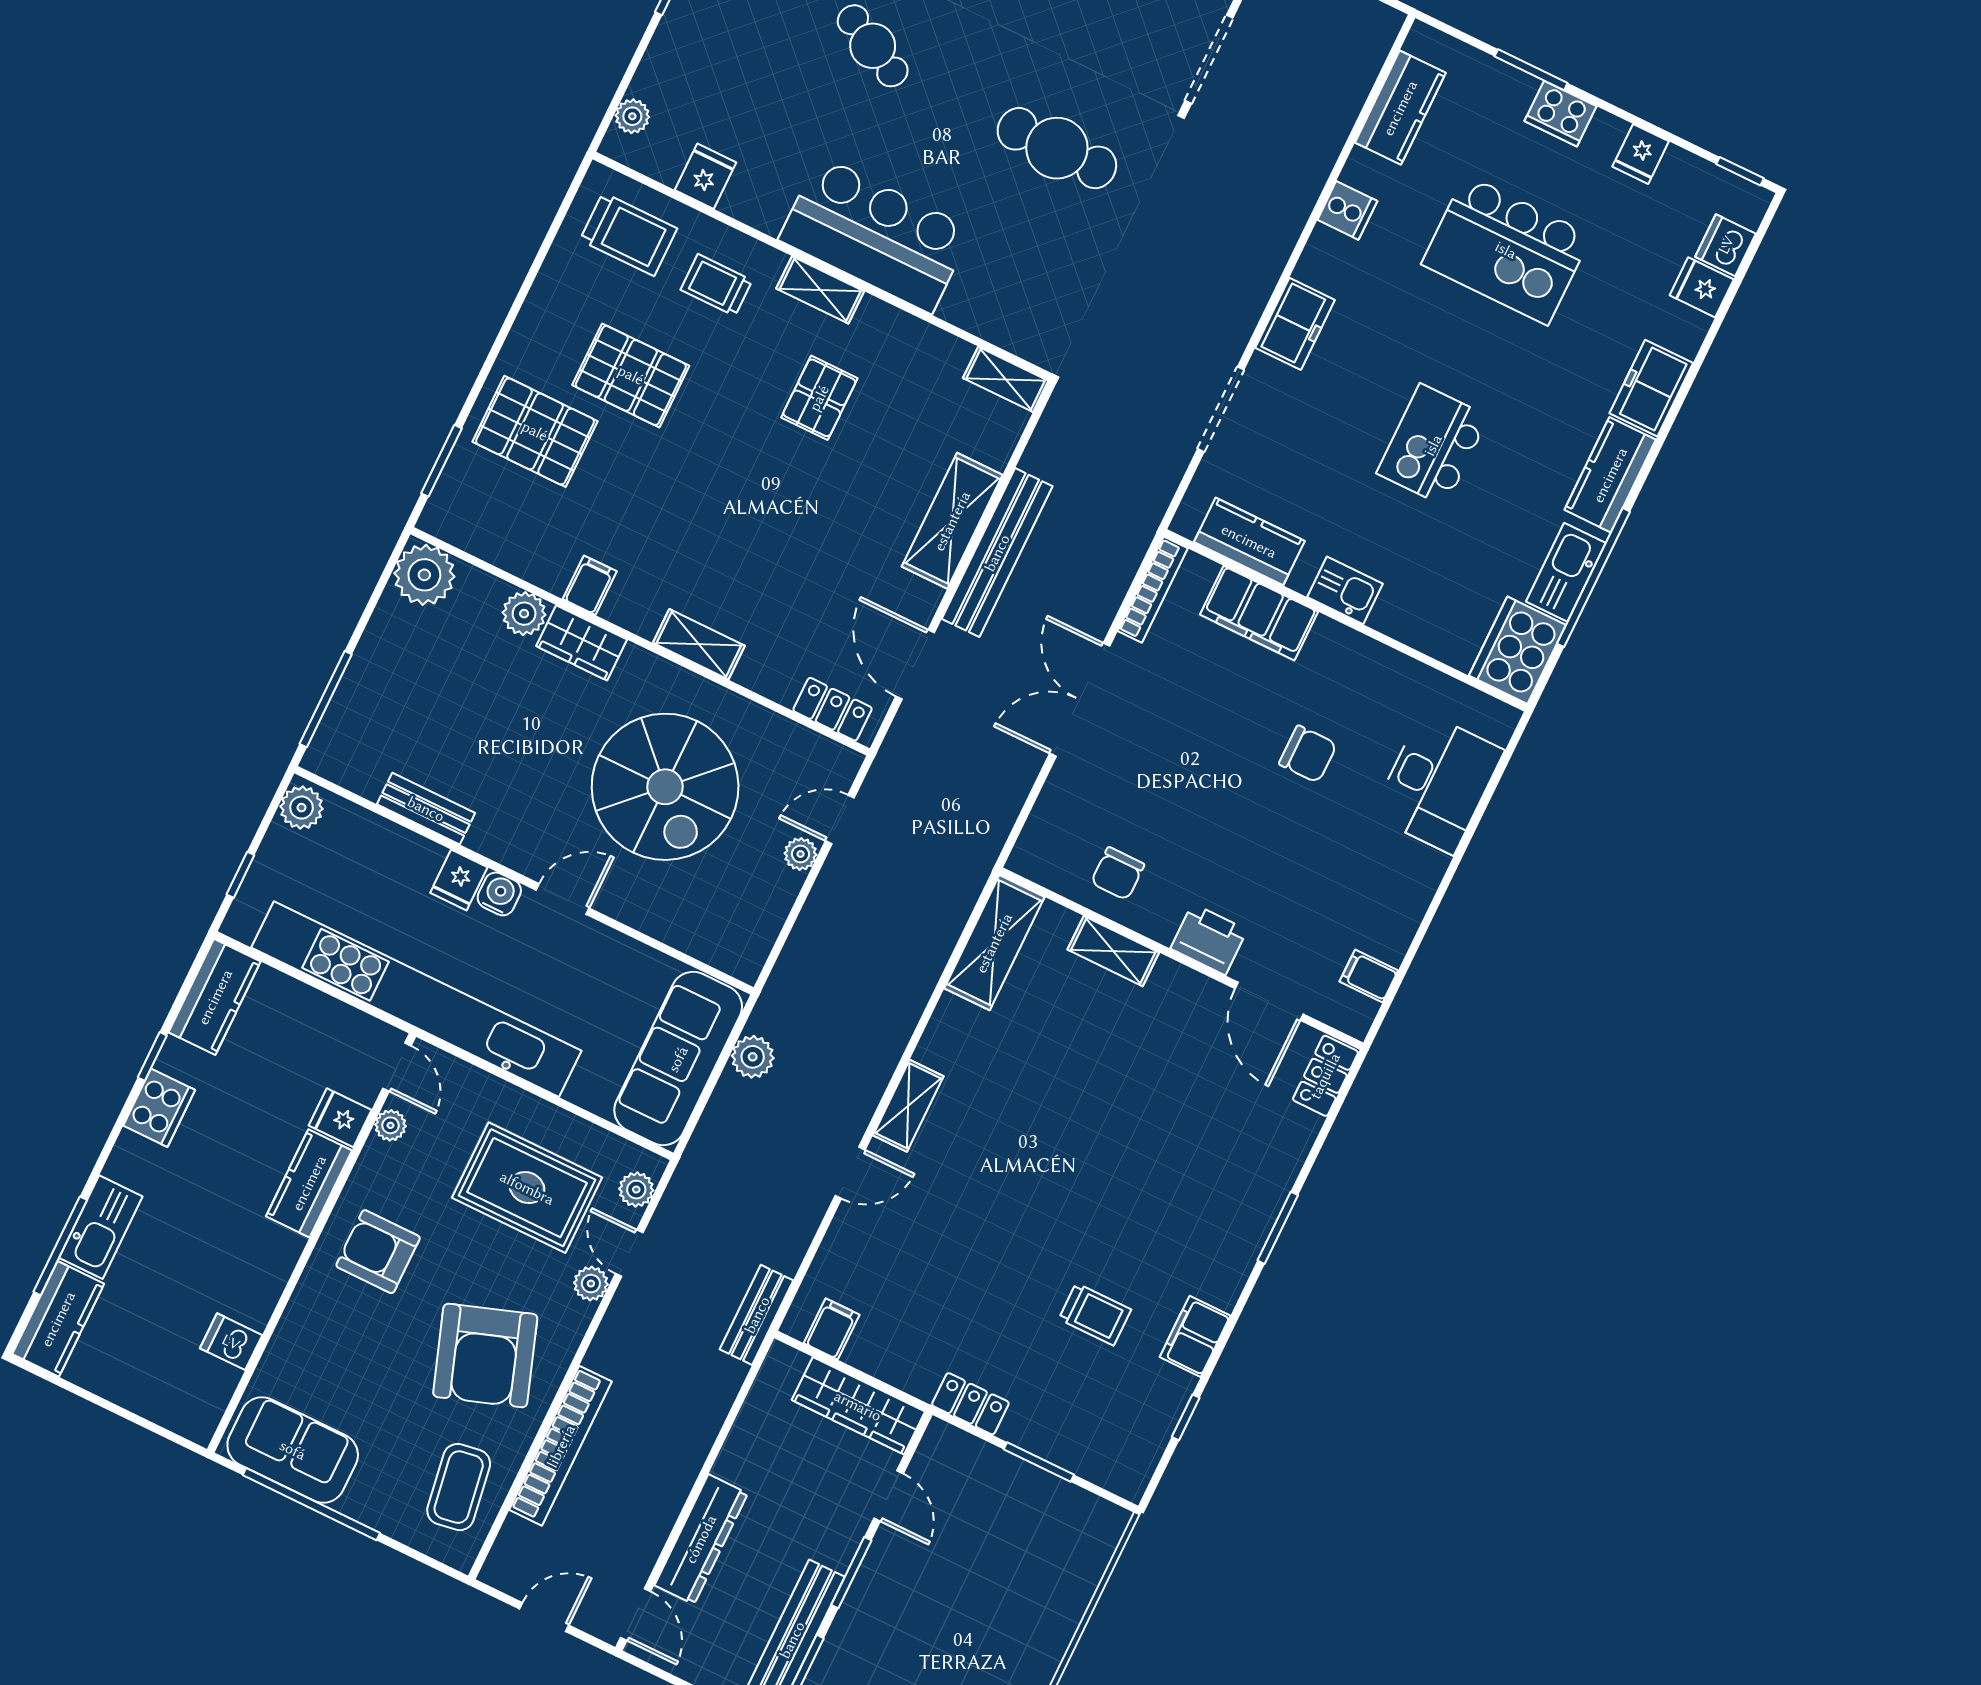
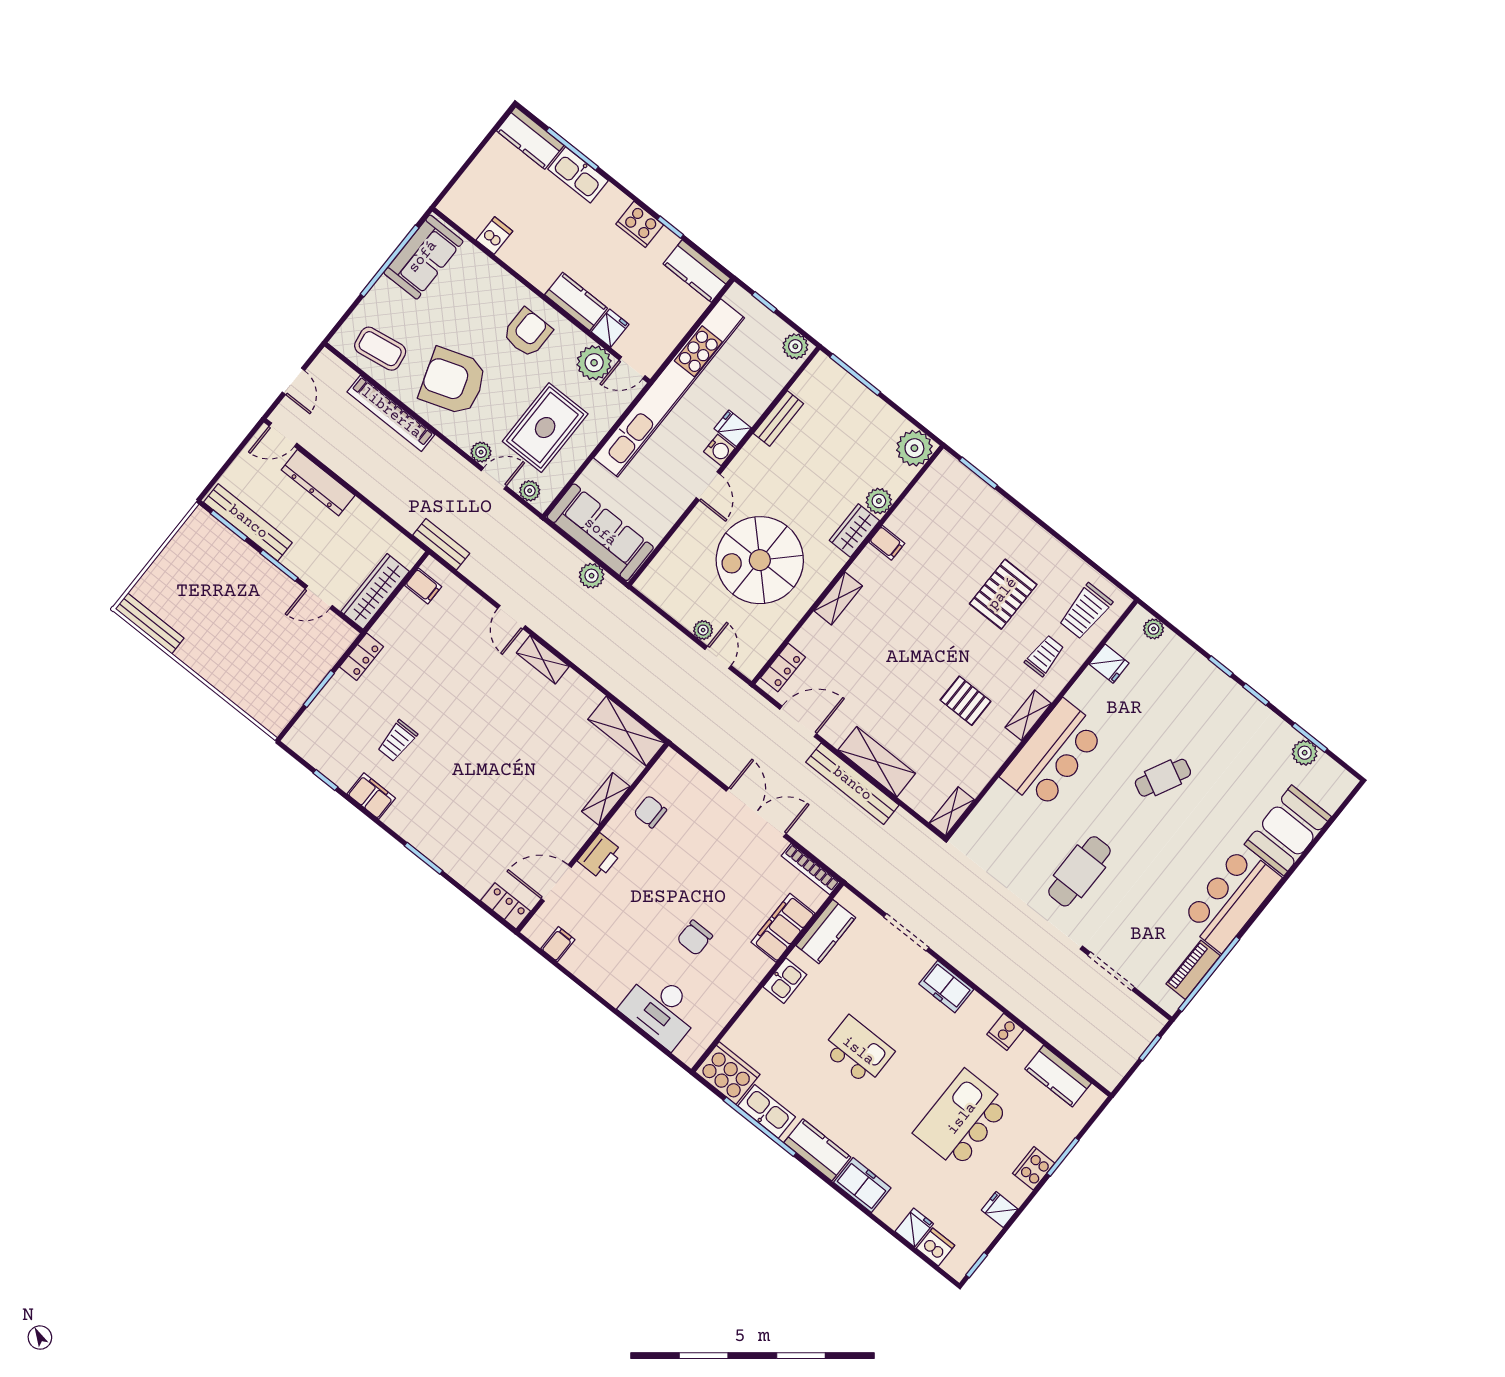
pallet: (535, 431) -> (983, 531), removed
plant: (390, 1125) -> (594, 363), width x1.88, depth x1.88

